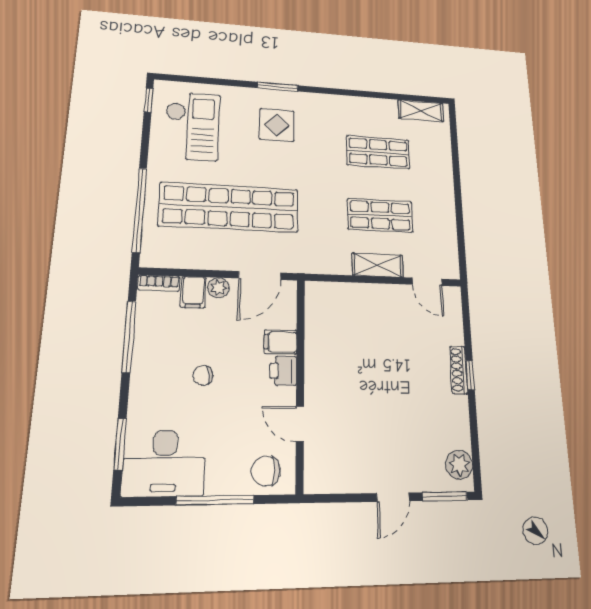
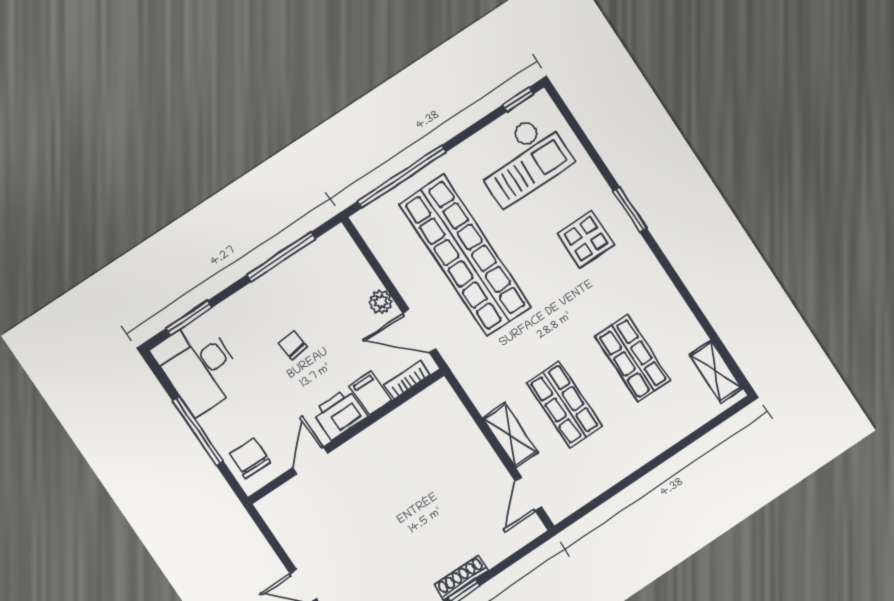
bookcase: (159, 283) -> (407, 380), moved, turned 90
filing cabinet: (193, 292) -> (360, 282), removed
printer: (283, 371) -> (340, 414), width x1.36, depth x1.24

